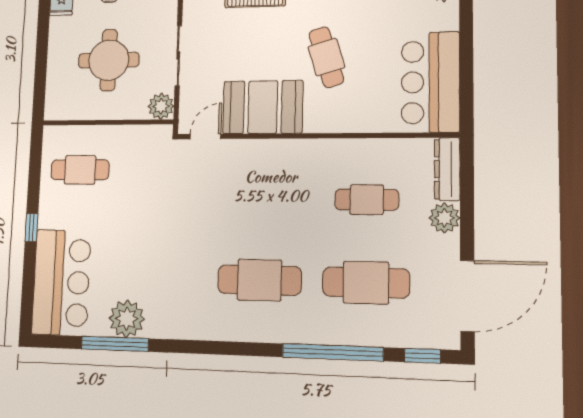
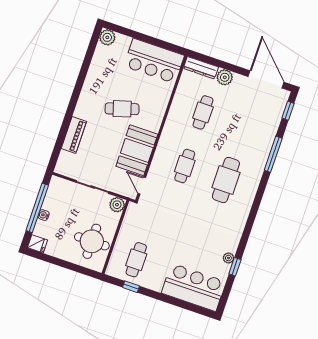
round table: (109, 60) -> (92, 241), moved
window: (31, 228) -> (131, 287), moved
cafe table: (366, 283) -> (185, 166), moved, width x0.73, depth x0.74
plant: (127, 319) -> (228, 258), width x0.53, depth x0.53
window: (115, 344) -> (235, 267), width x0.46
window: (333, 352) -> (273, 154), width x0.68

